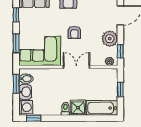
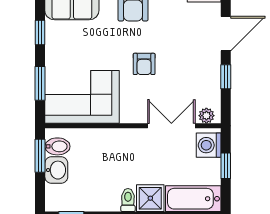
plant: (110, 39) -> (207, 75), removed
window: (120, 51) -> (226, 77), moved
double door: (76, 67) -> (171, 126), moved
washing machine: (26, 107) -> (209, 145), moved, turned 180

